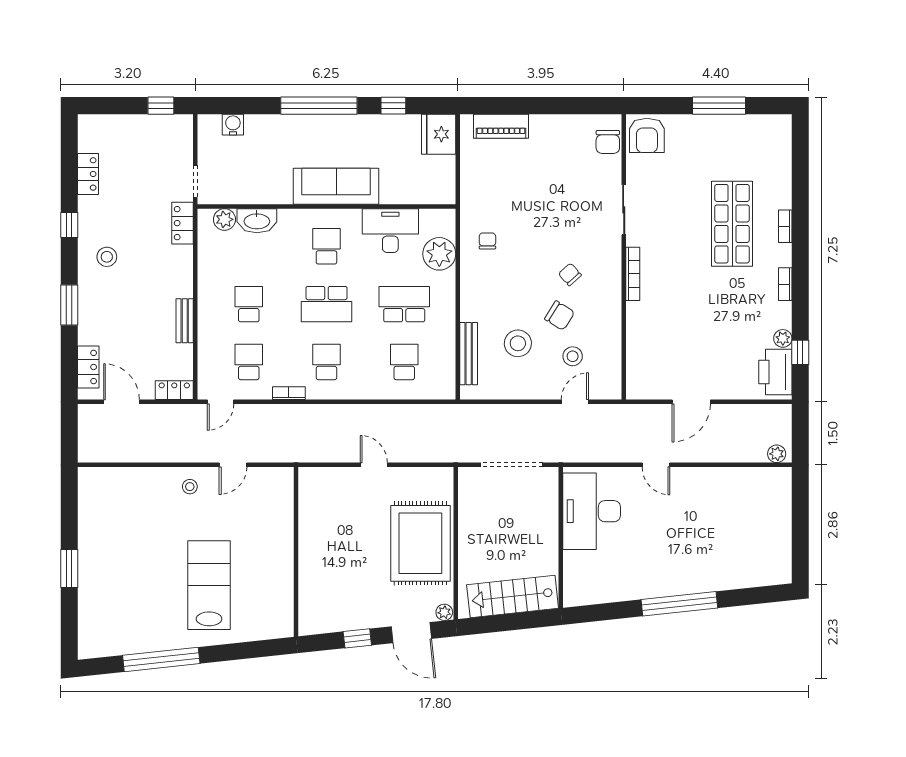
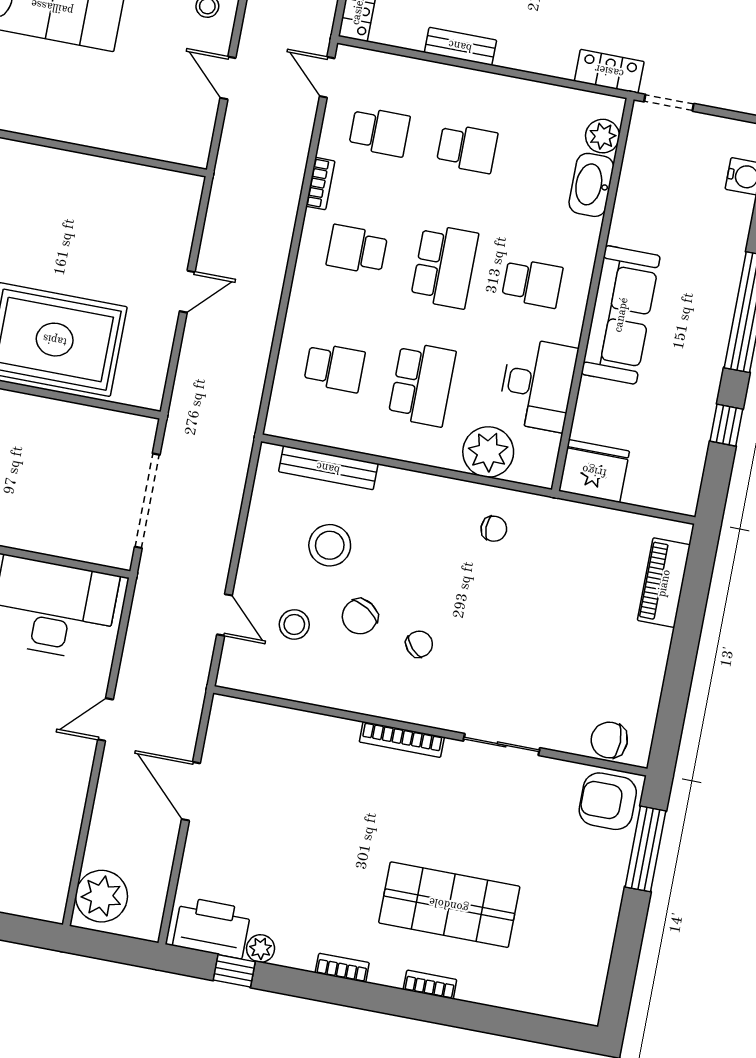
window: (719, 106) -> (646, 849), moved
fridge: (439, 134) -> (594, 471), moved
school desk: (326, 304) -> (445, 266), turned 180
school desk: (326, 362) -> (357, 250), turned 180
plant: (777, 454) -> (101, 896), width x1.88, depth x1.88

